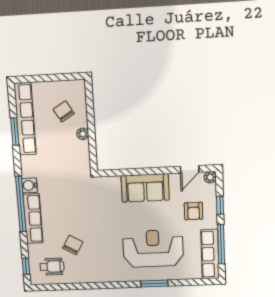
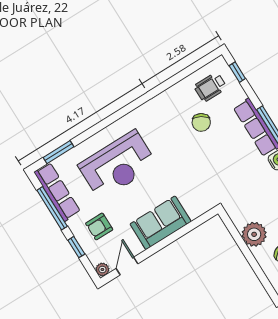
plant: (83, 134) -> (254, 234), width x1.87, depth x1.87
armchair: (194, 211) -> (99, 226), turned -90
window: (154, 283) -> (59, 152), moved

